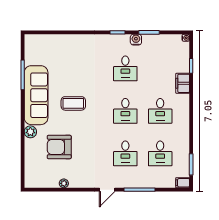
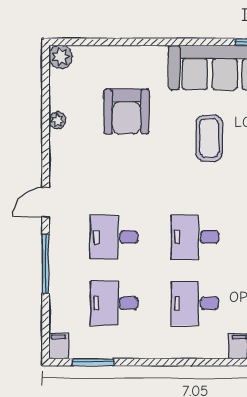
plant: (30, 132) -> (60, 57), moved
armchair: (59, 147) -> (126, 111), turned 180
door: (107, 190) -> (46, 202), hinge flipped

